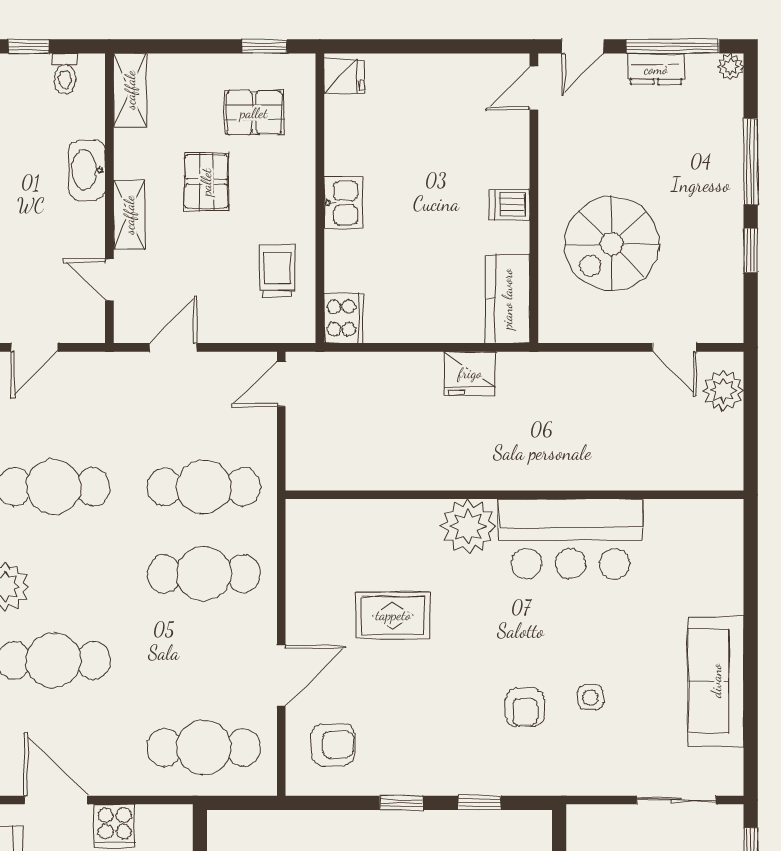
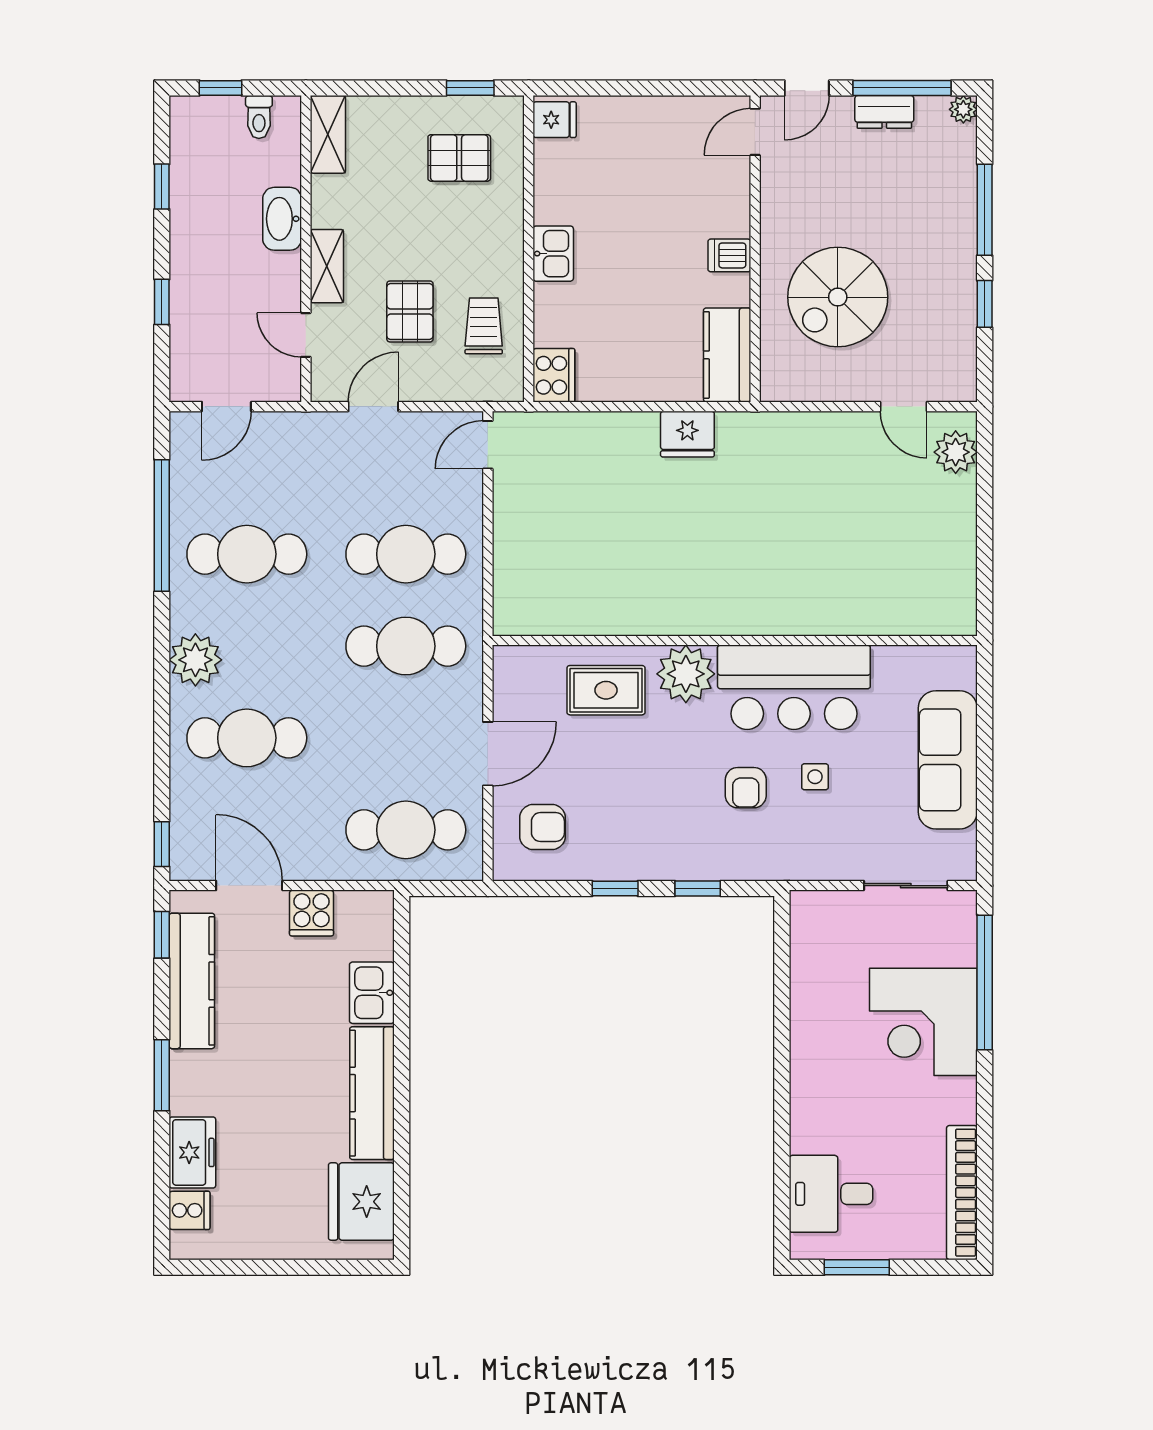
pallet: (206, 182) -> (410, 311), moved
wall: (515, 495) -> (735, 640), moved
plant: (468, 526) -> (686, 674), moved
bar counter: (570, 539) -> (794, 687), moved

